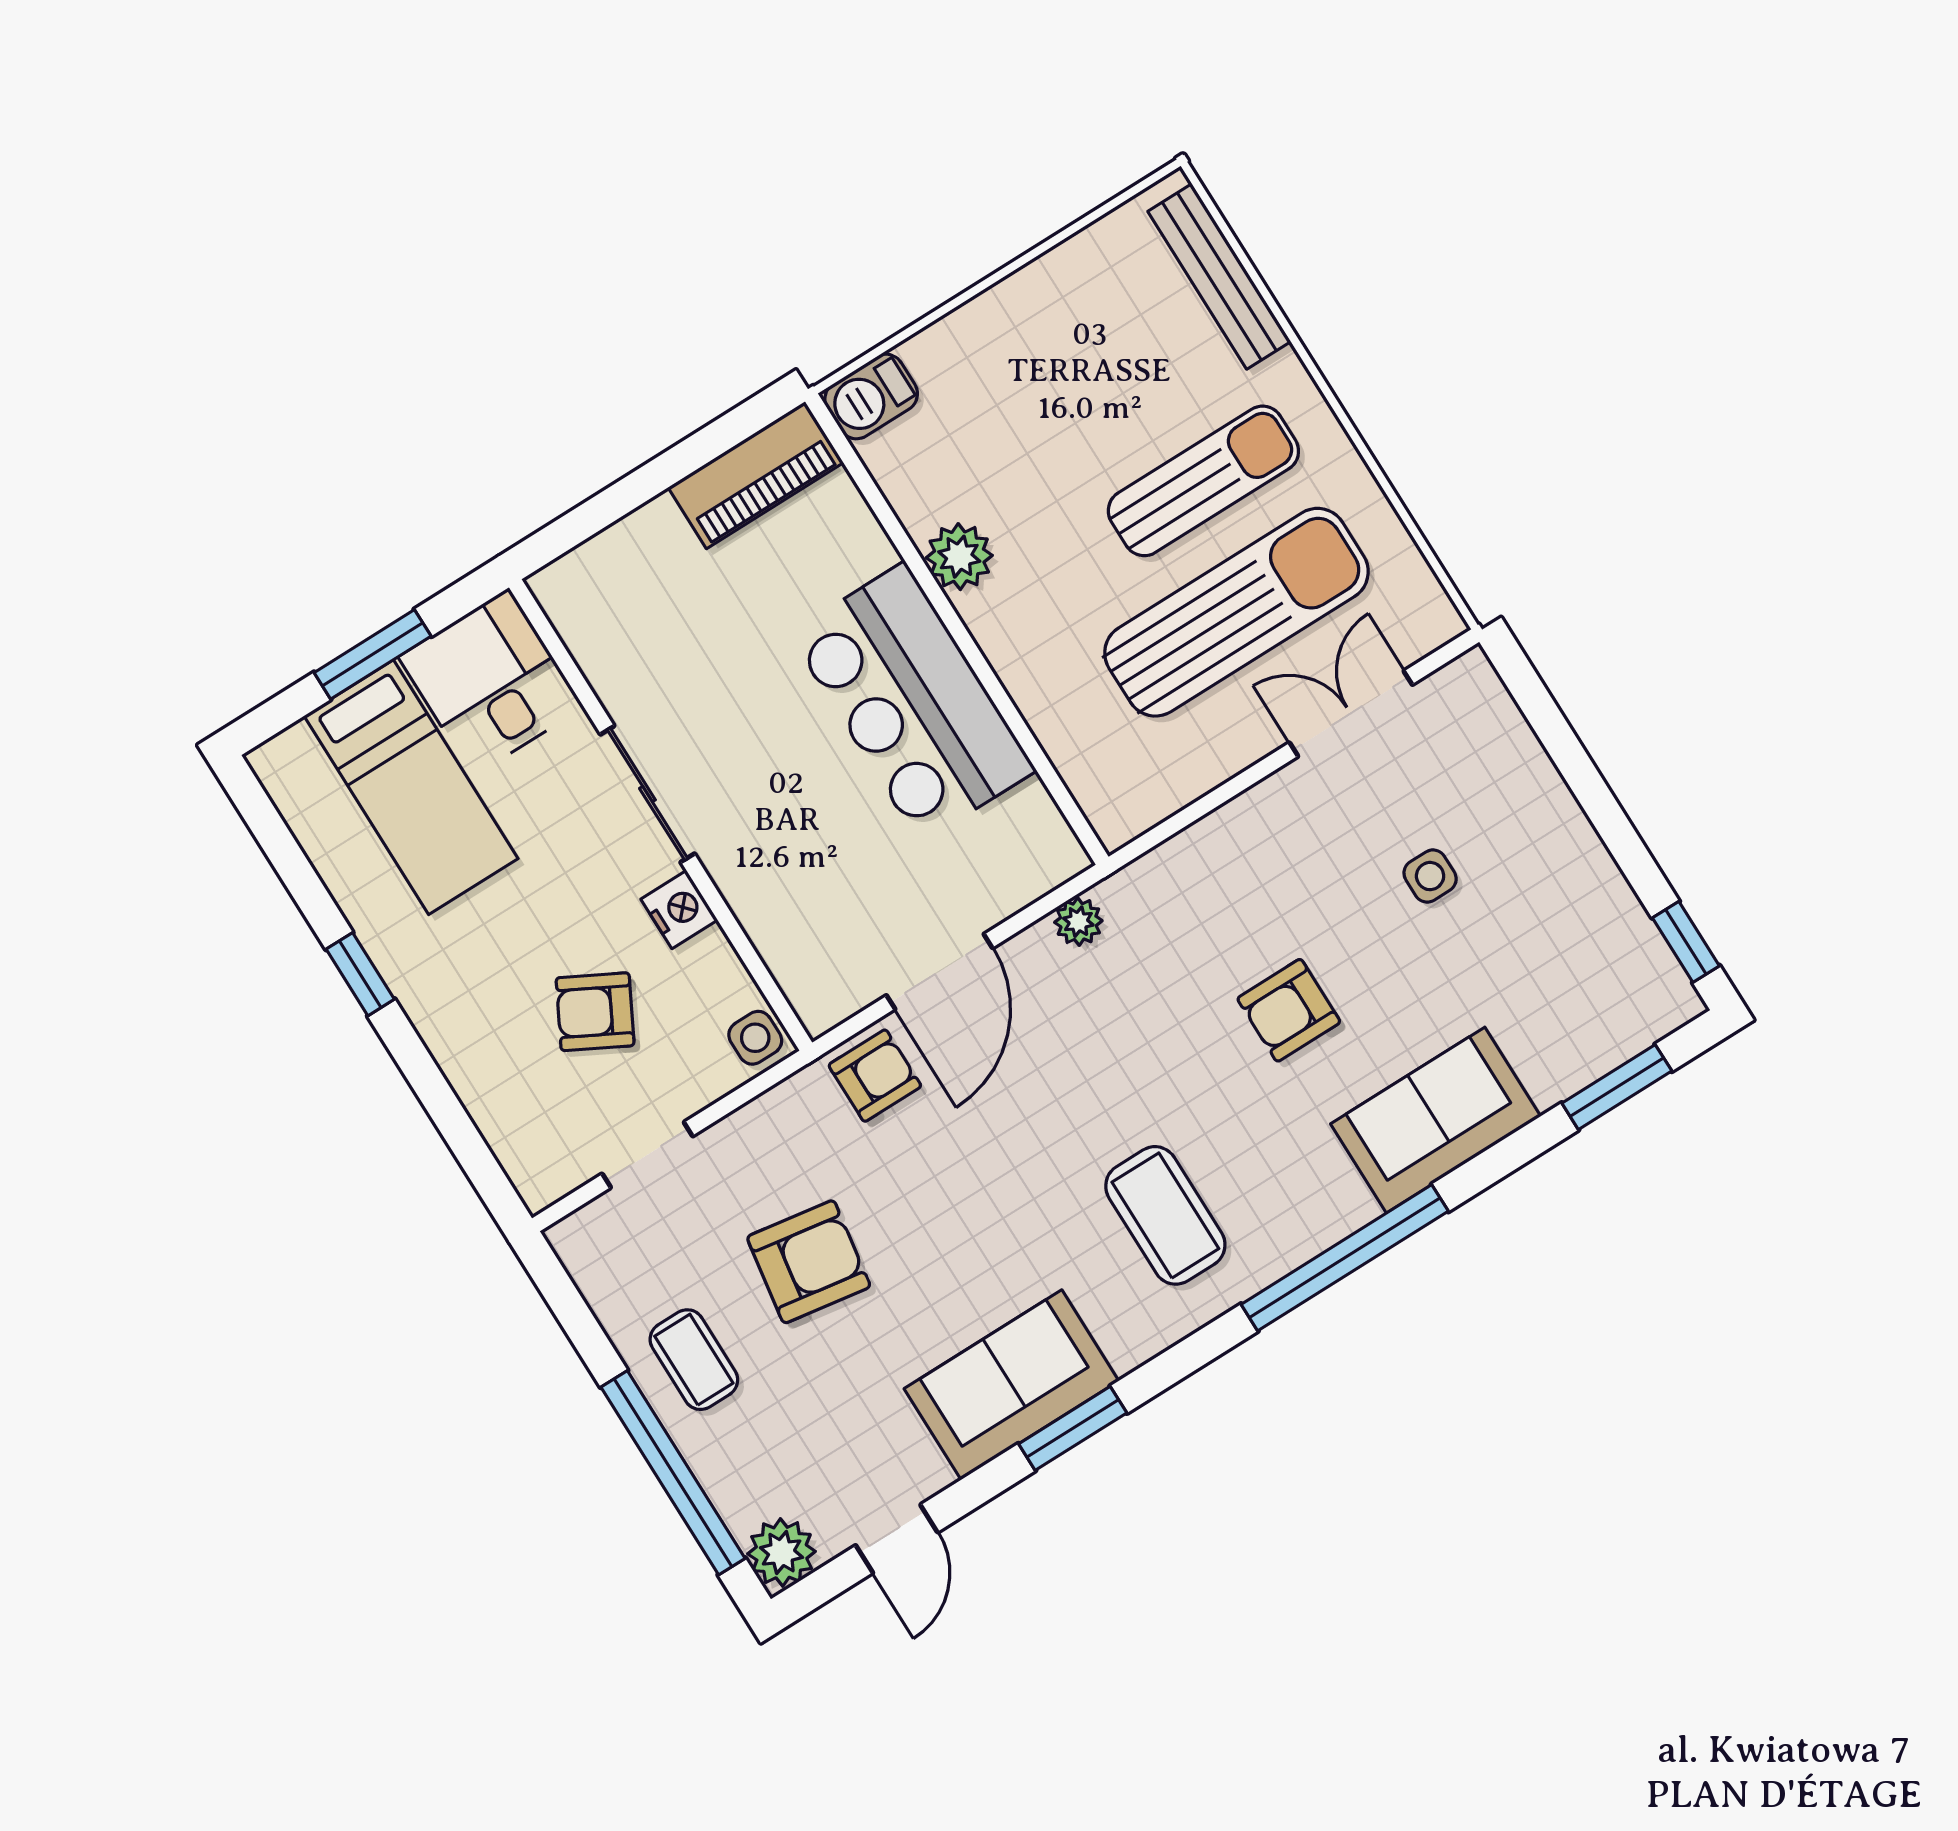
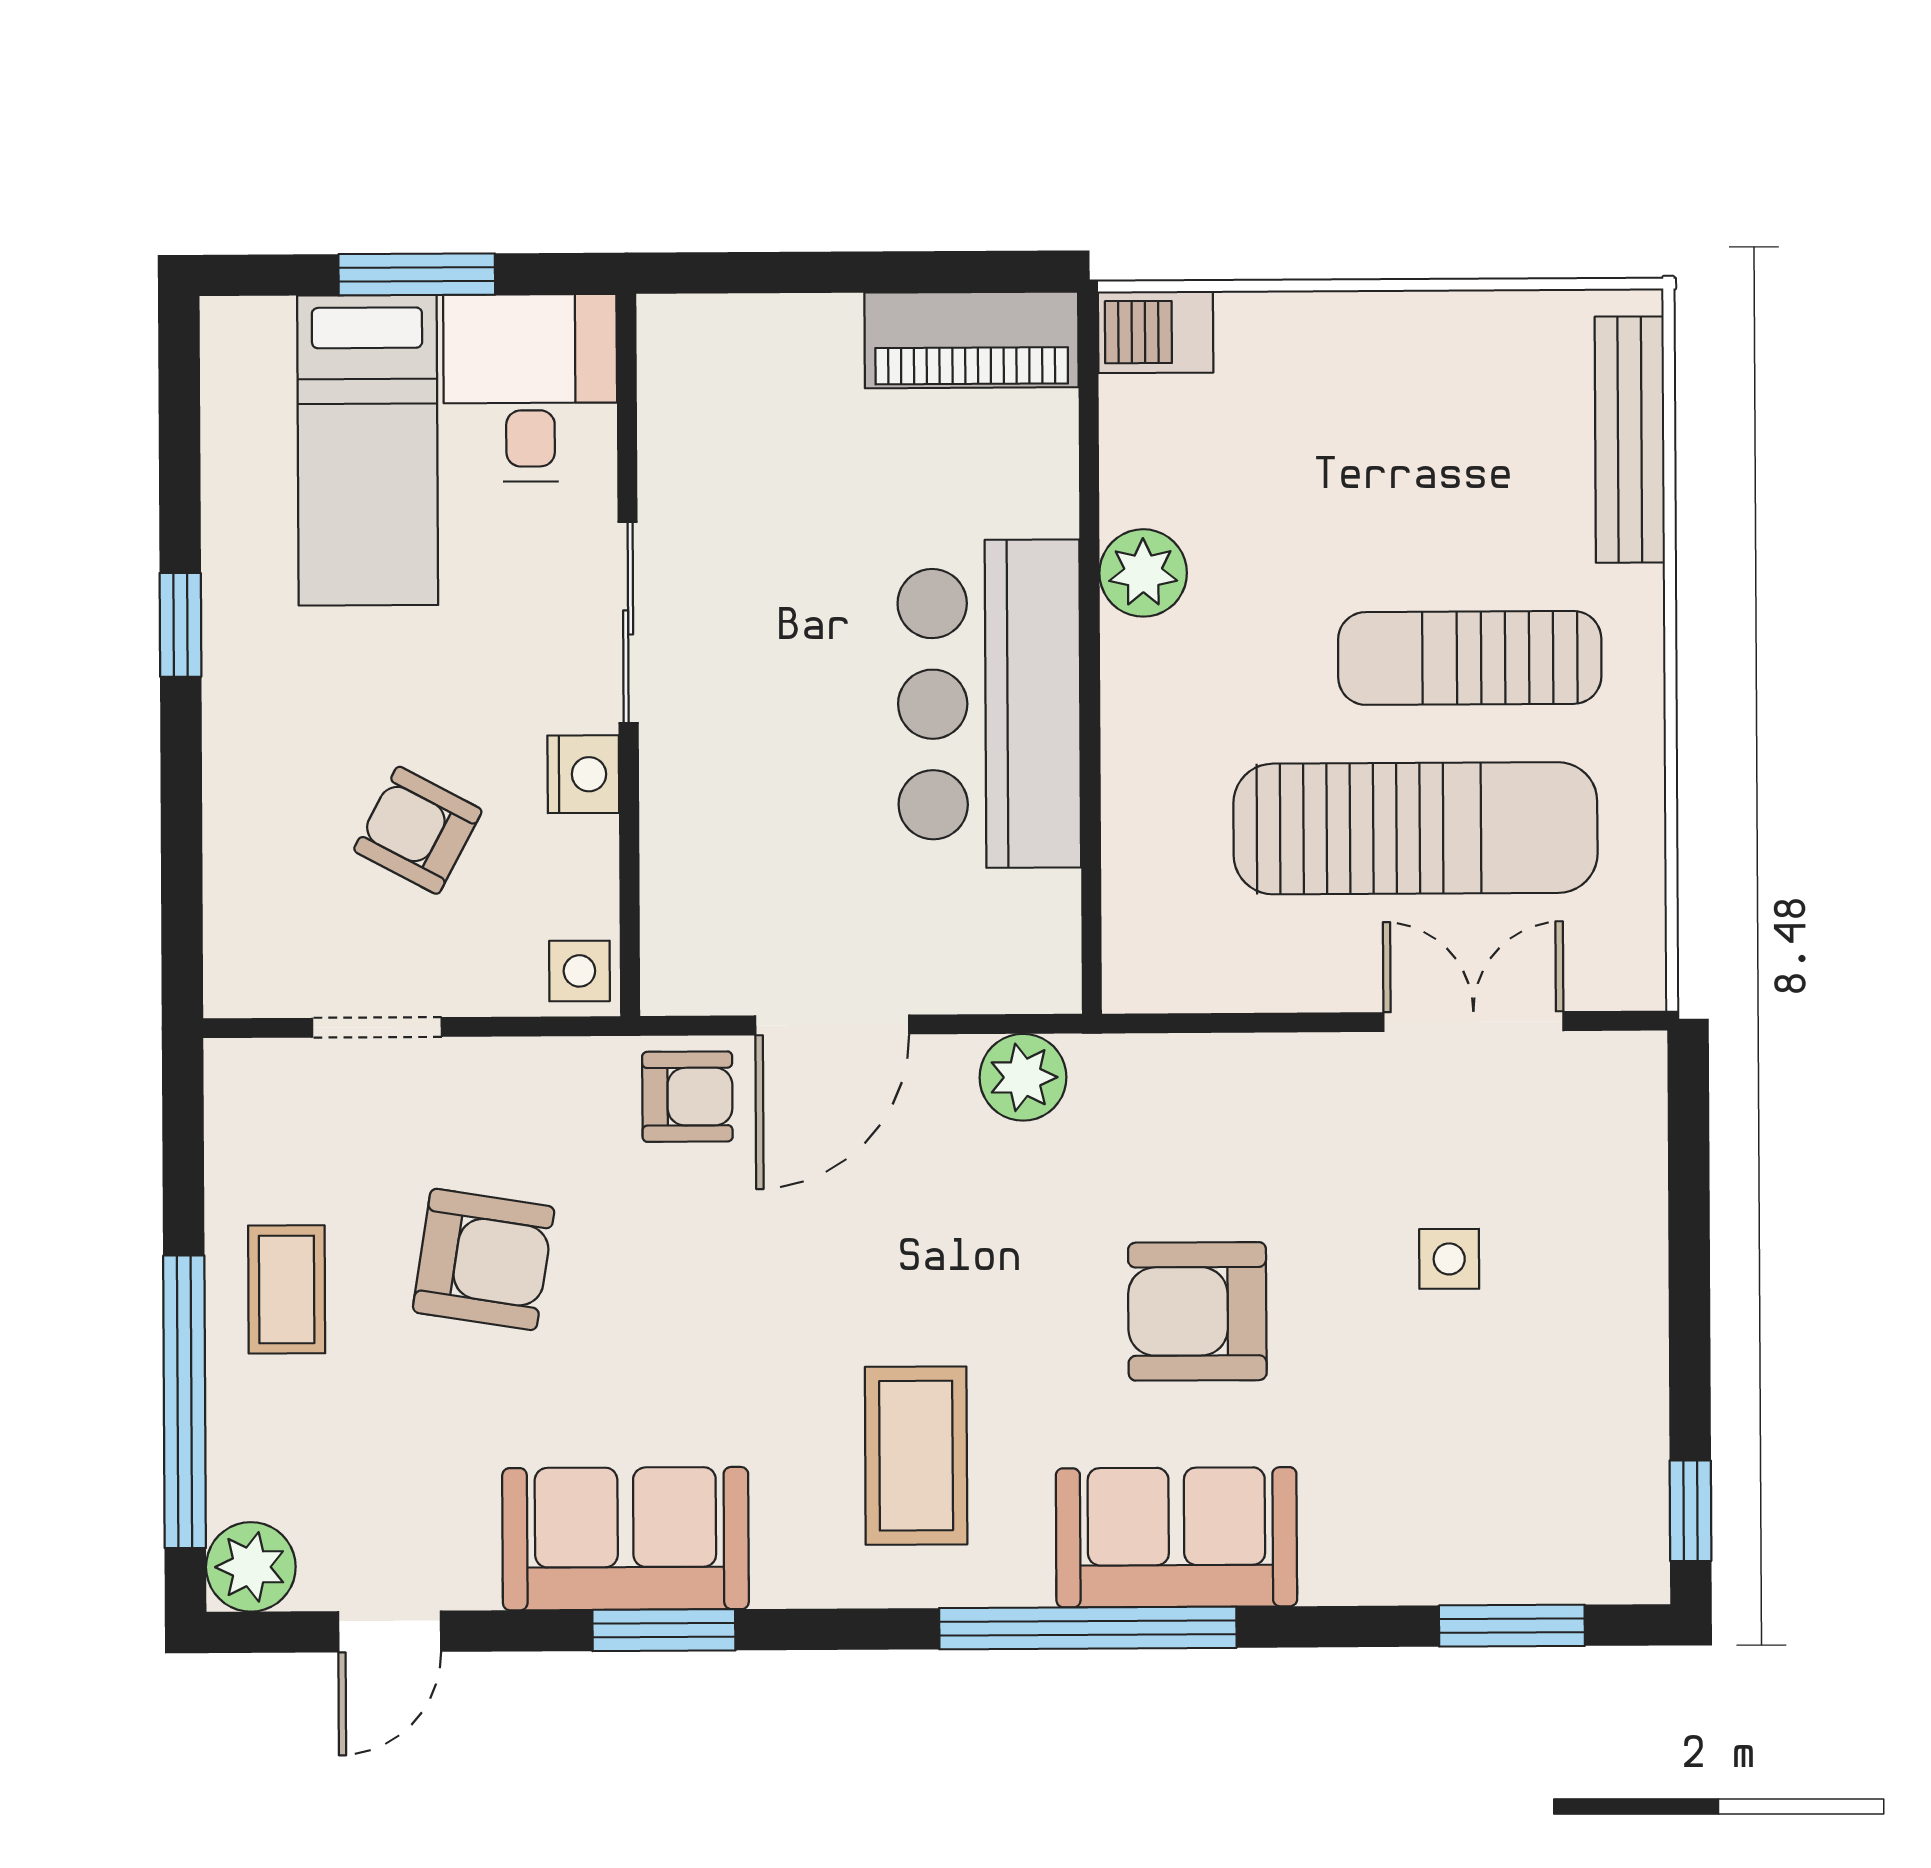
sun lounger: (1203, 481) -> (1470, 658), turned 180
plant: (1078, 922) -> (1023, 1077), width x1.38, depth x1.38
armchair: (1289, 1010) -> (1197, 1311), width x1.38, depth x1.38
sofa: (1436, 1120) -> (1176, 1537), moved

